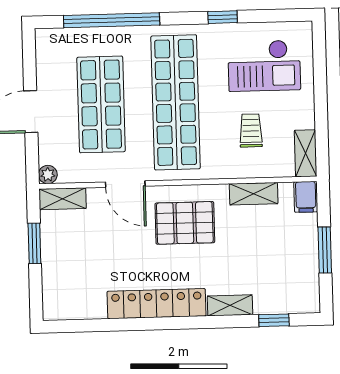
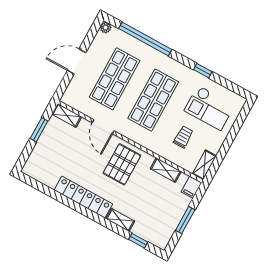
shop shelf: (176, 102) -> (153, 100), width x0.71
plant: (48, 175) -> (106, 28), moved
pallet: (185, 223) -> (122, 164), turned 90

